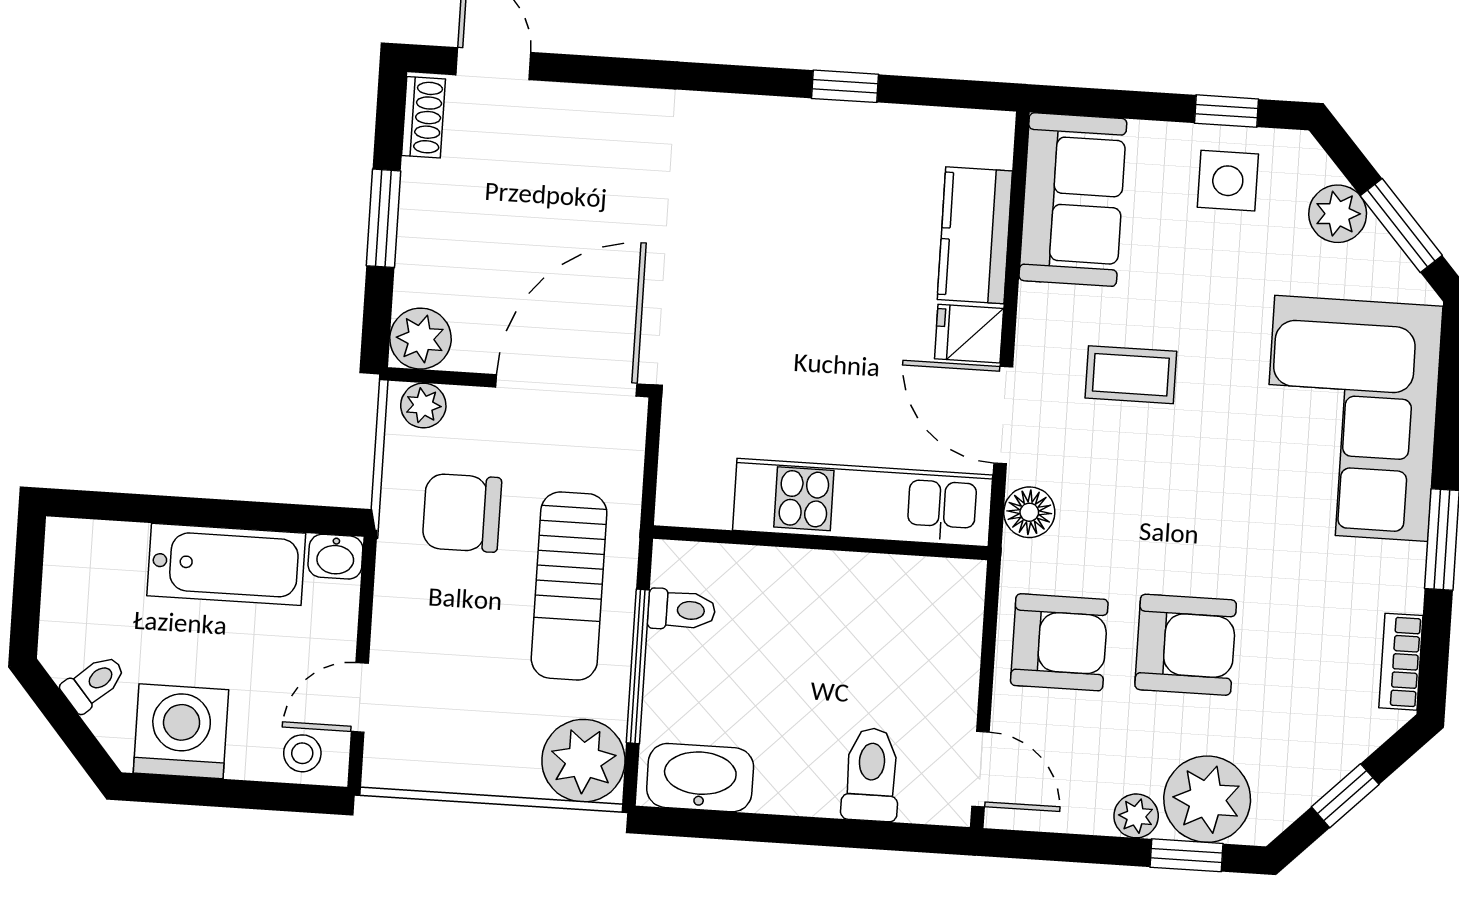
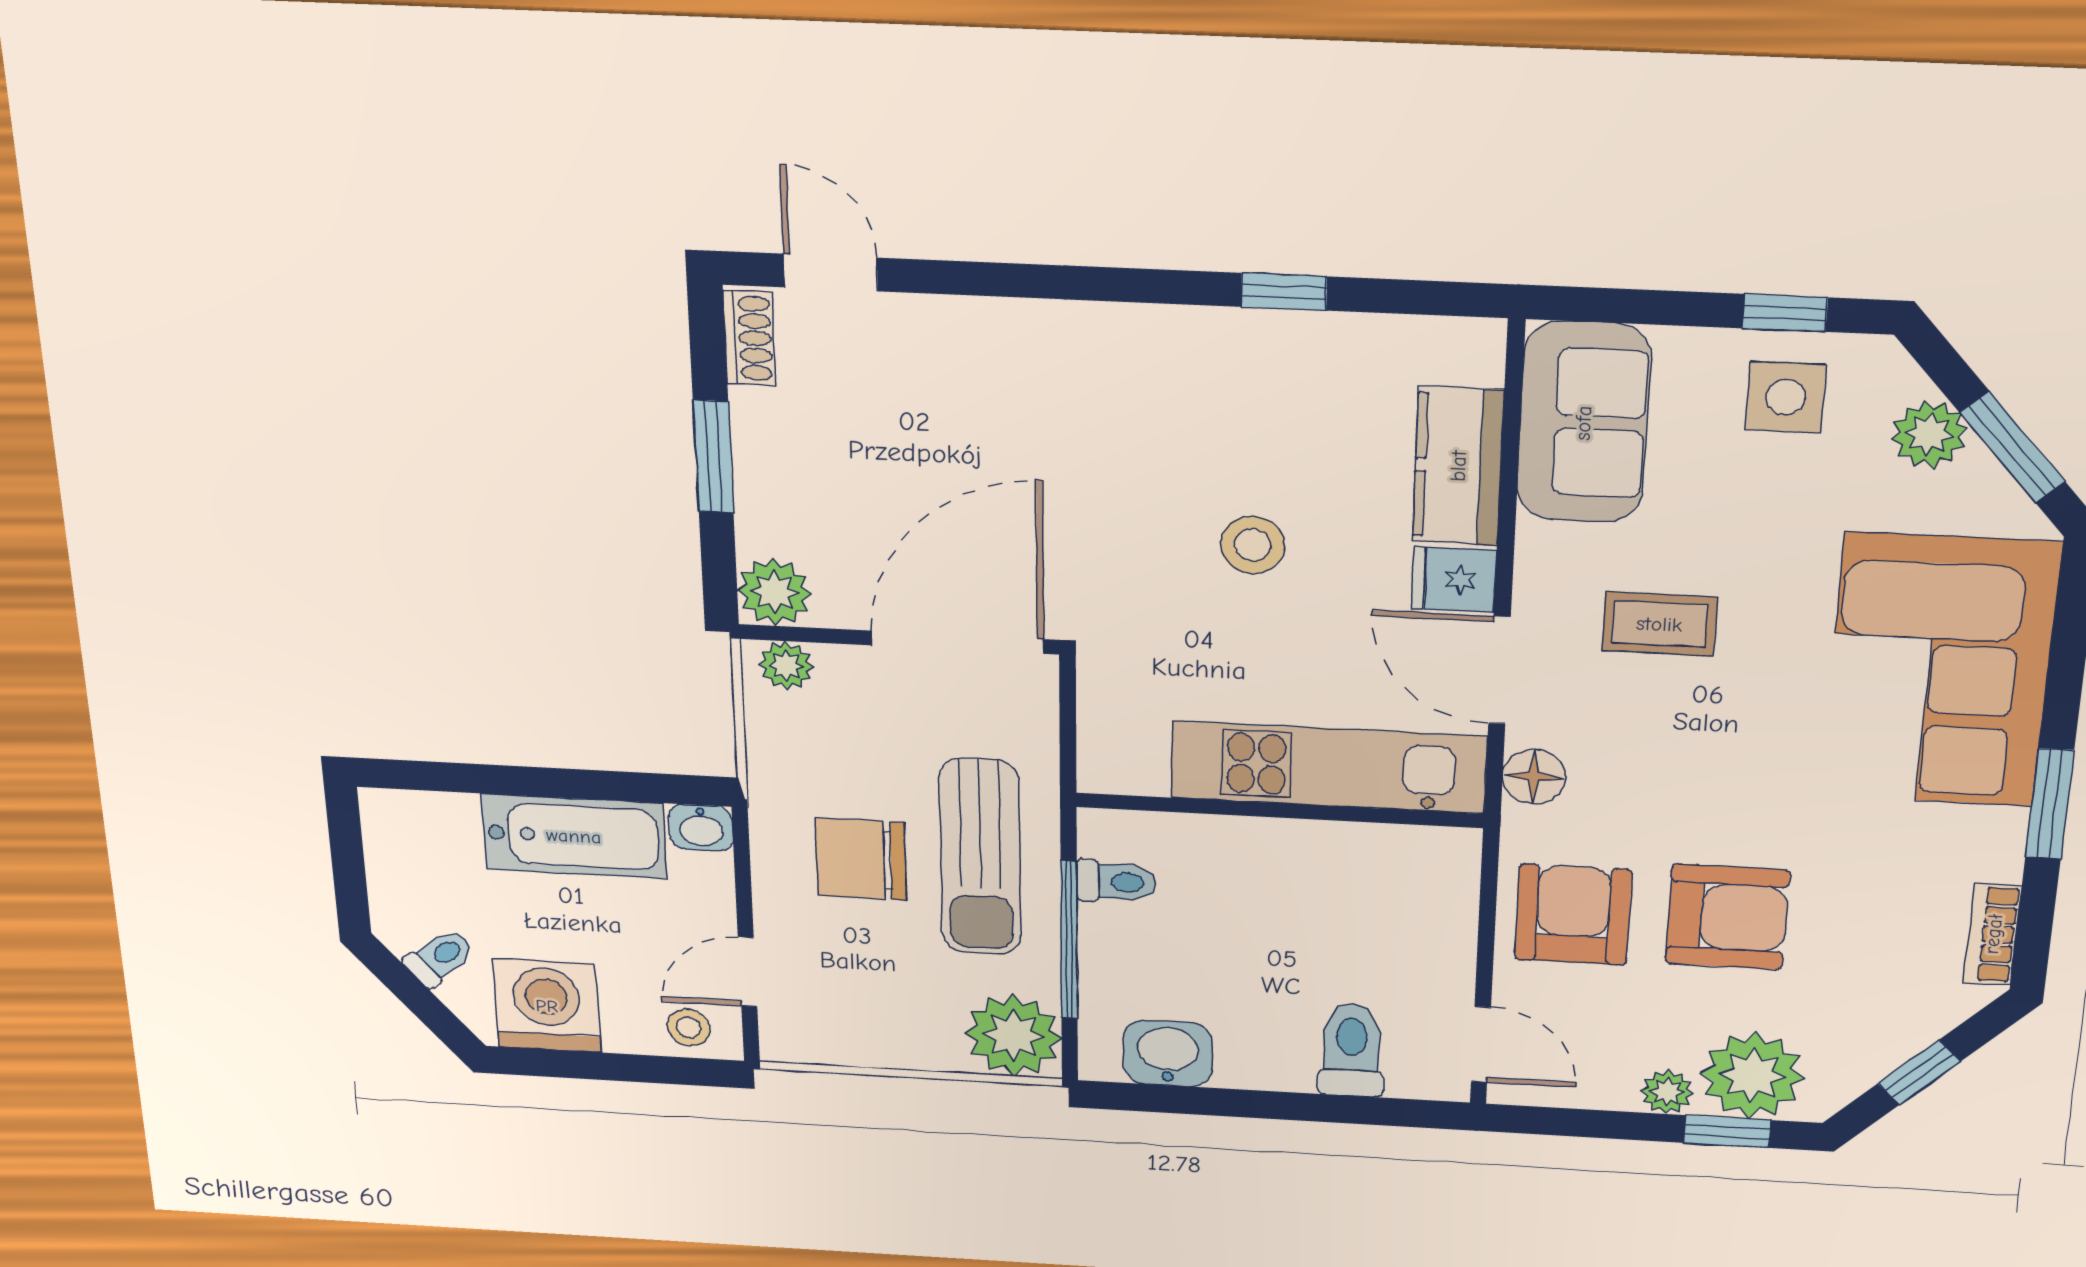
stool: (810, 301) -> (1253, 545), added
chair: (462, 513) -> (861, 859), moved
armchair: (1059, 642) -> (1573, 915), turned -90
washbasin: (700, 778) -> (1168, 1053), width x0.72

